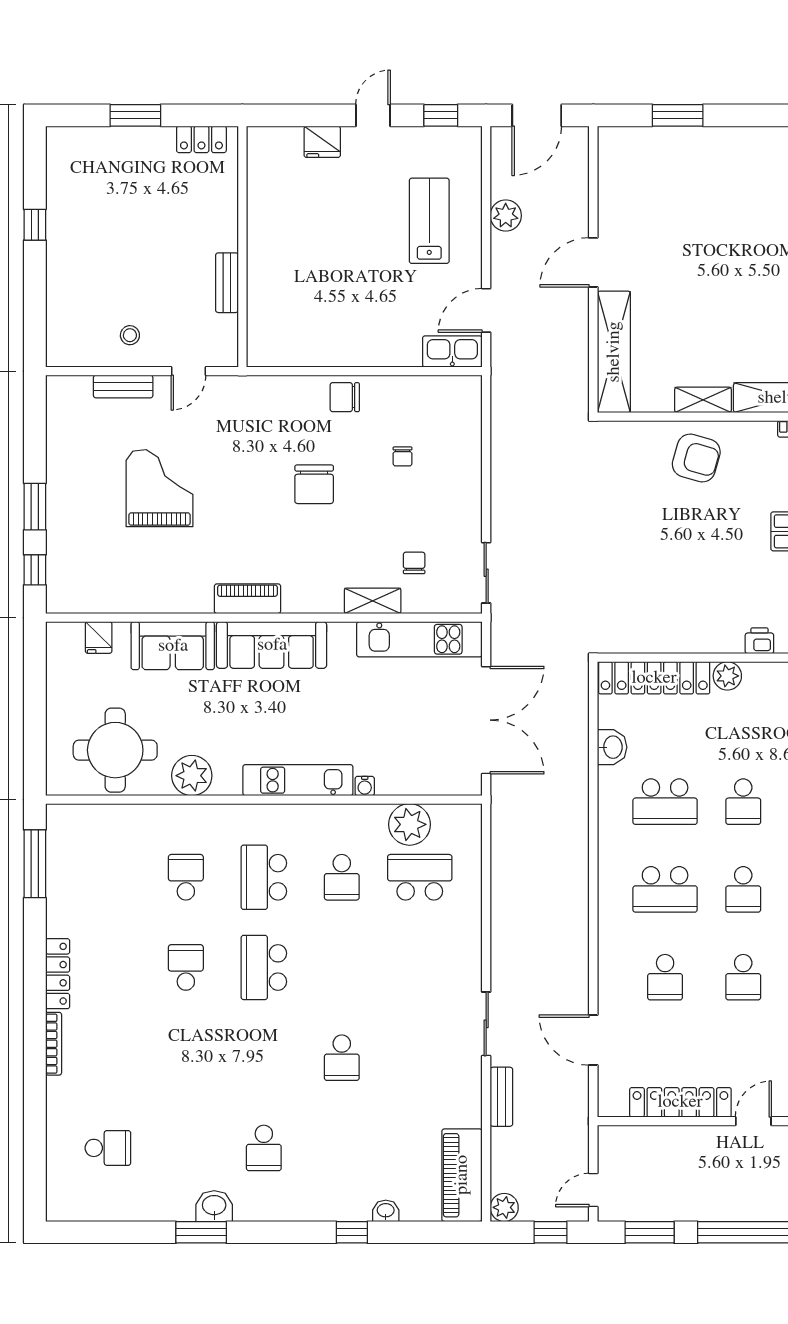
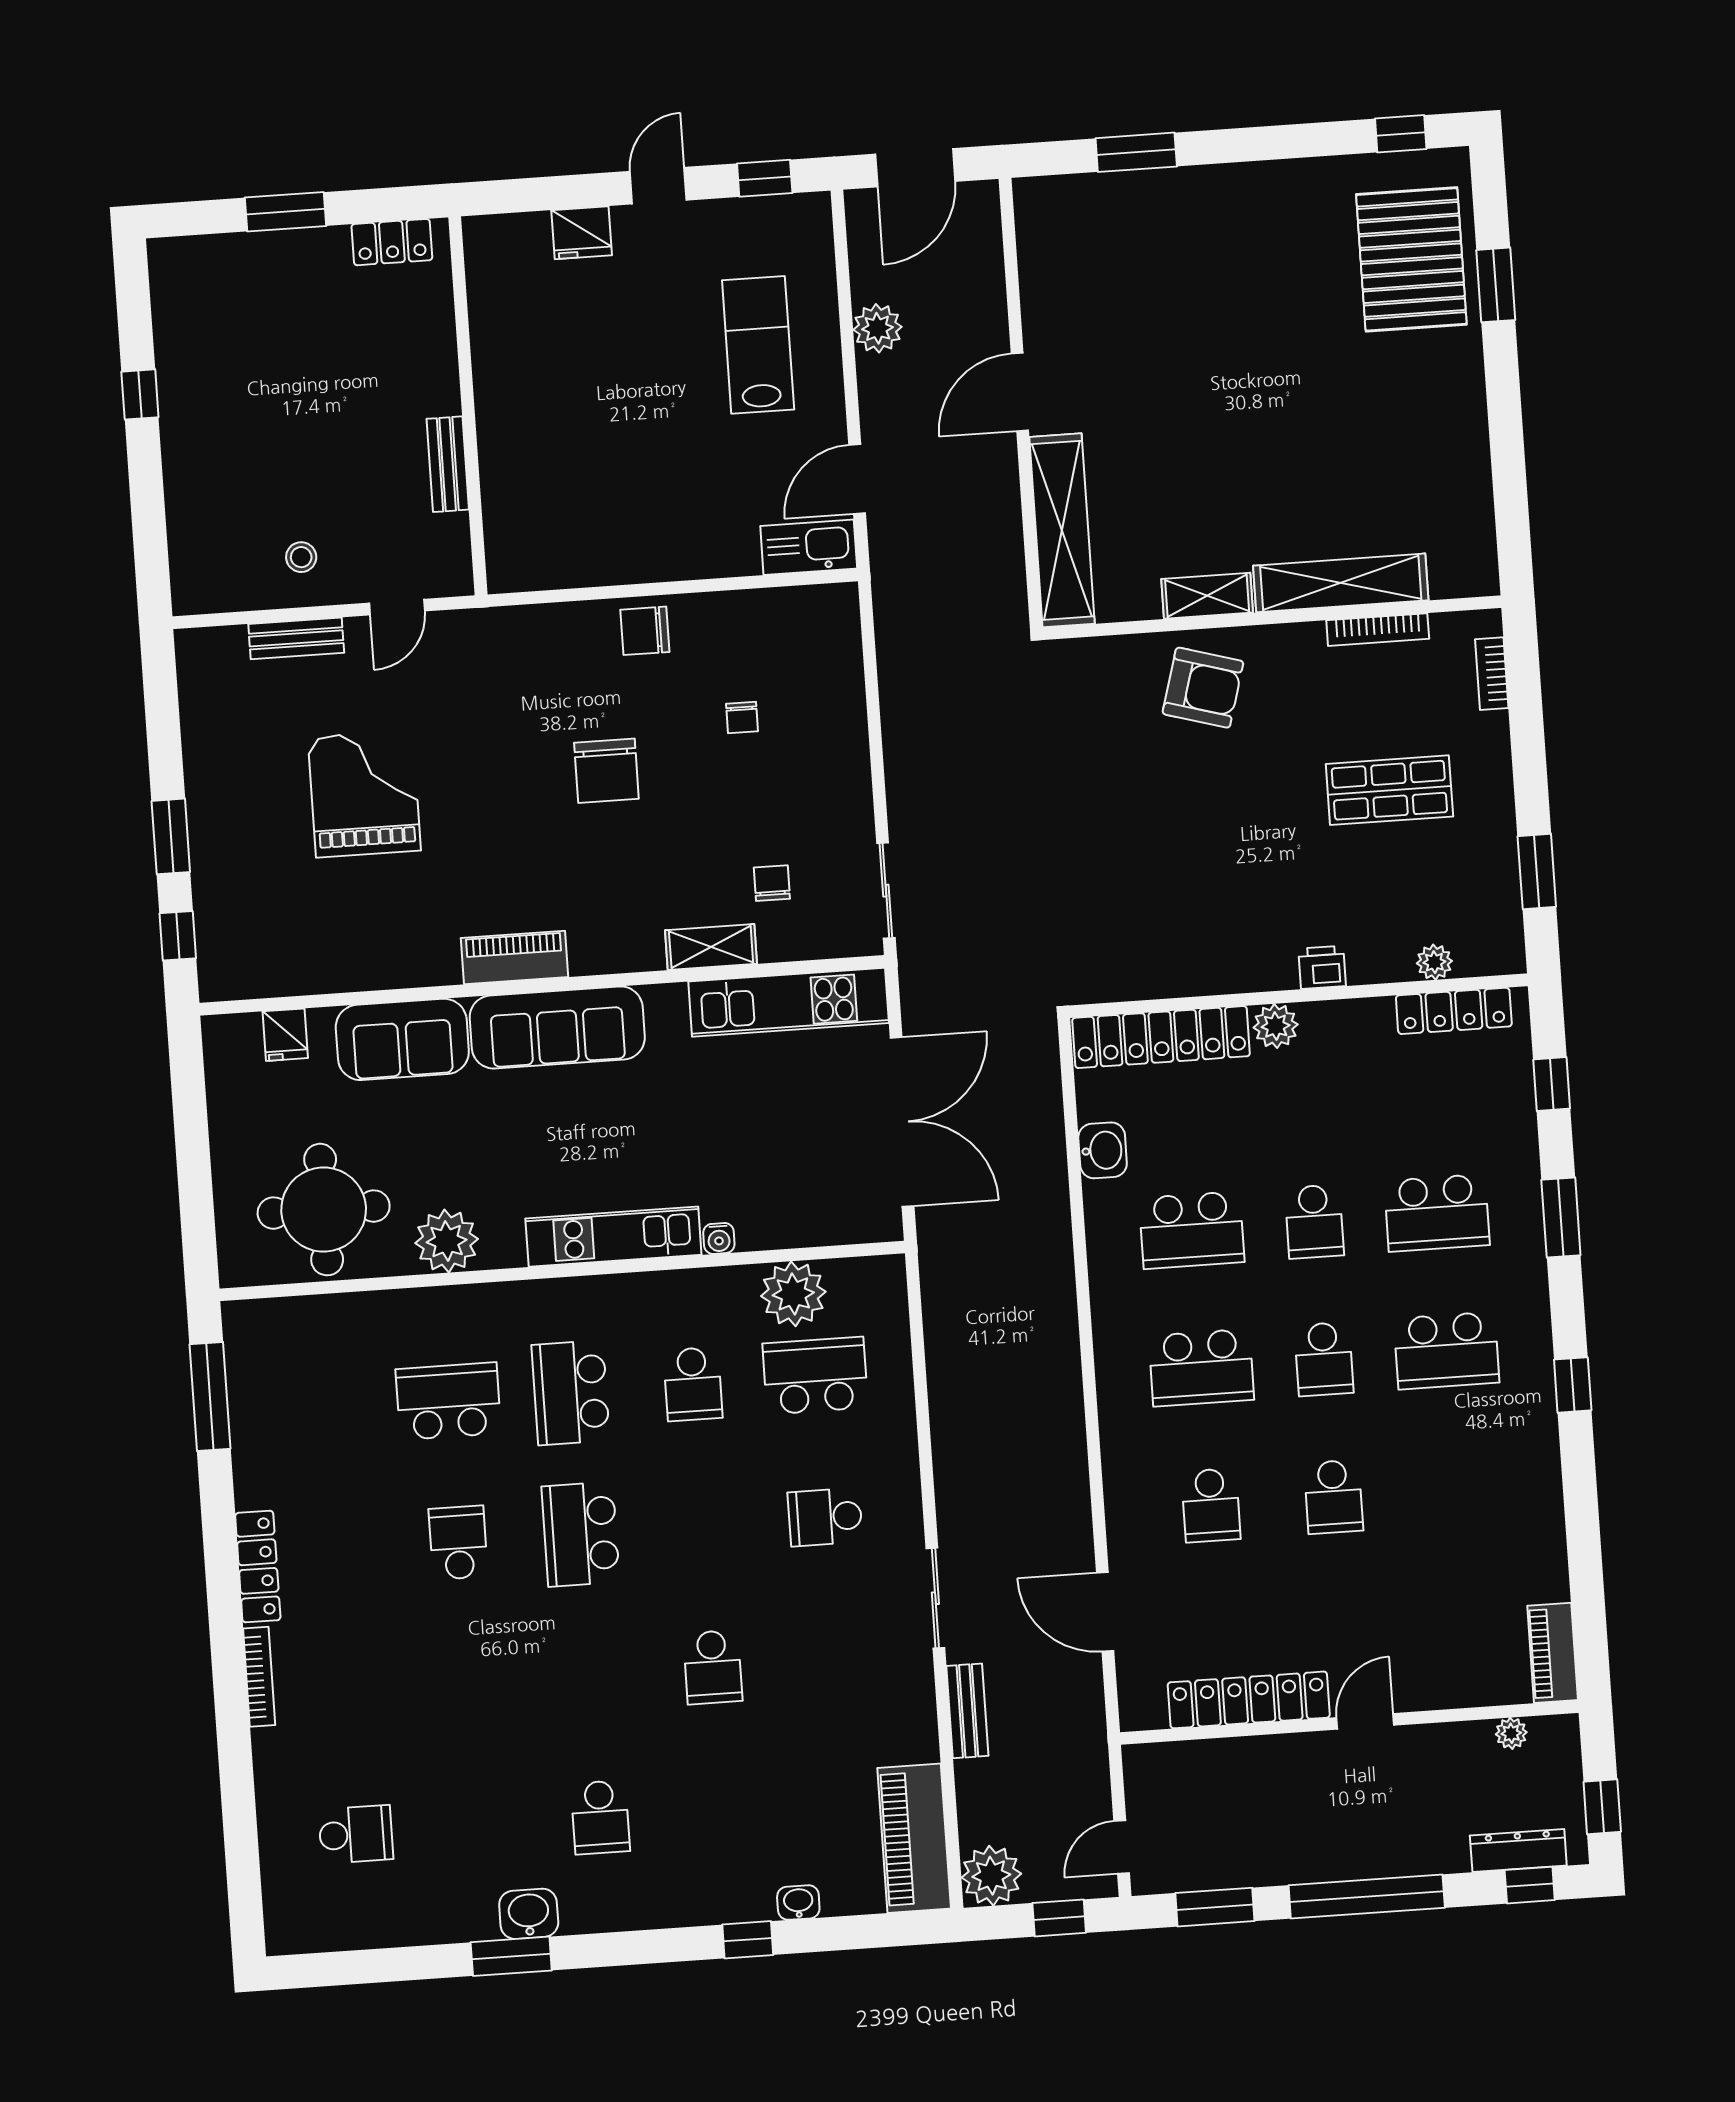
school desk: (186, 877) -> (448, 1401), width x1.85
school desk: (420, 967) -> (825, 1517), added
plant: (504, 1207) -> (991, 1876), width x1.36, depth x1.36

